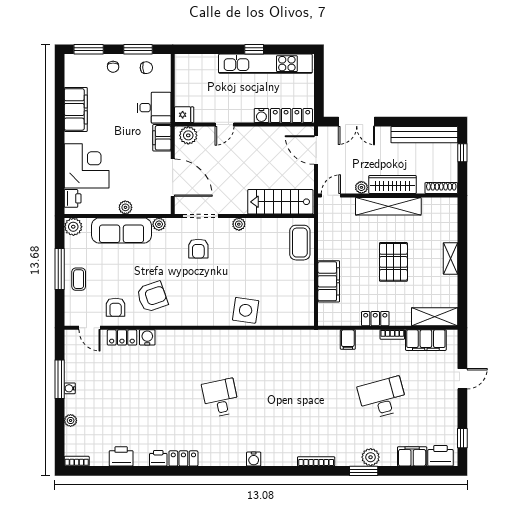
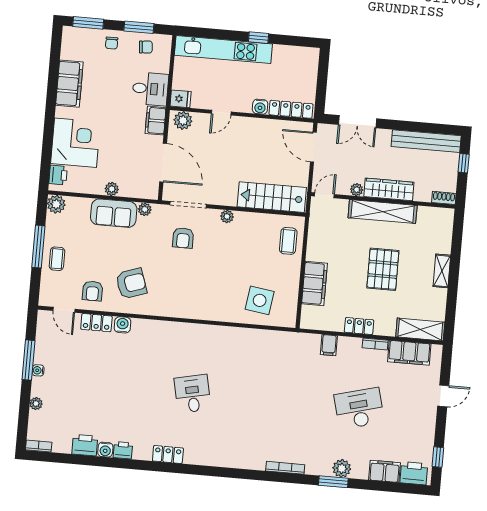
kitchen unit: (265, 64) -> (223, 50), moved
shoe rack: (441, 188) -> (444, 198), width x0.70
sofa: (122, 230) -> (114, 213), width x0.73
coffee table: (300, 243) -> (288, 241), width x0.73, depth x0.77
side table: (246, 310) -> (260, 300), moved
locker: (183, 458) -> (168, 454), moved
water cooler: (254, 459) -> (105, 450), moved

